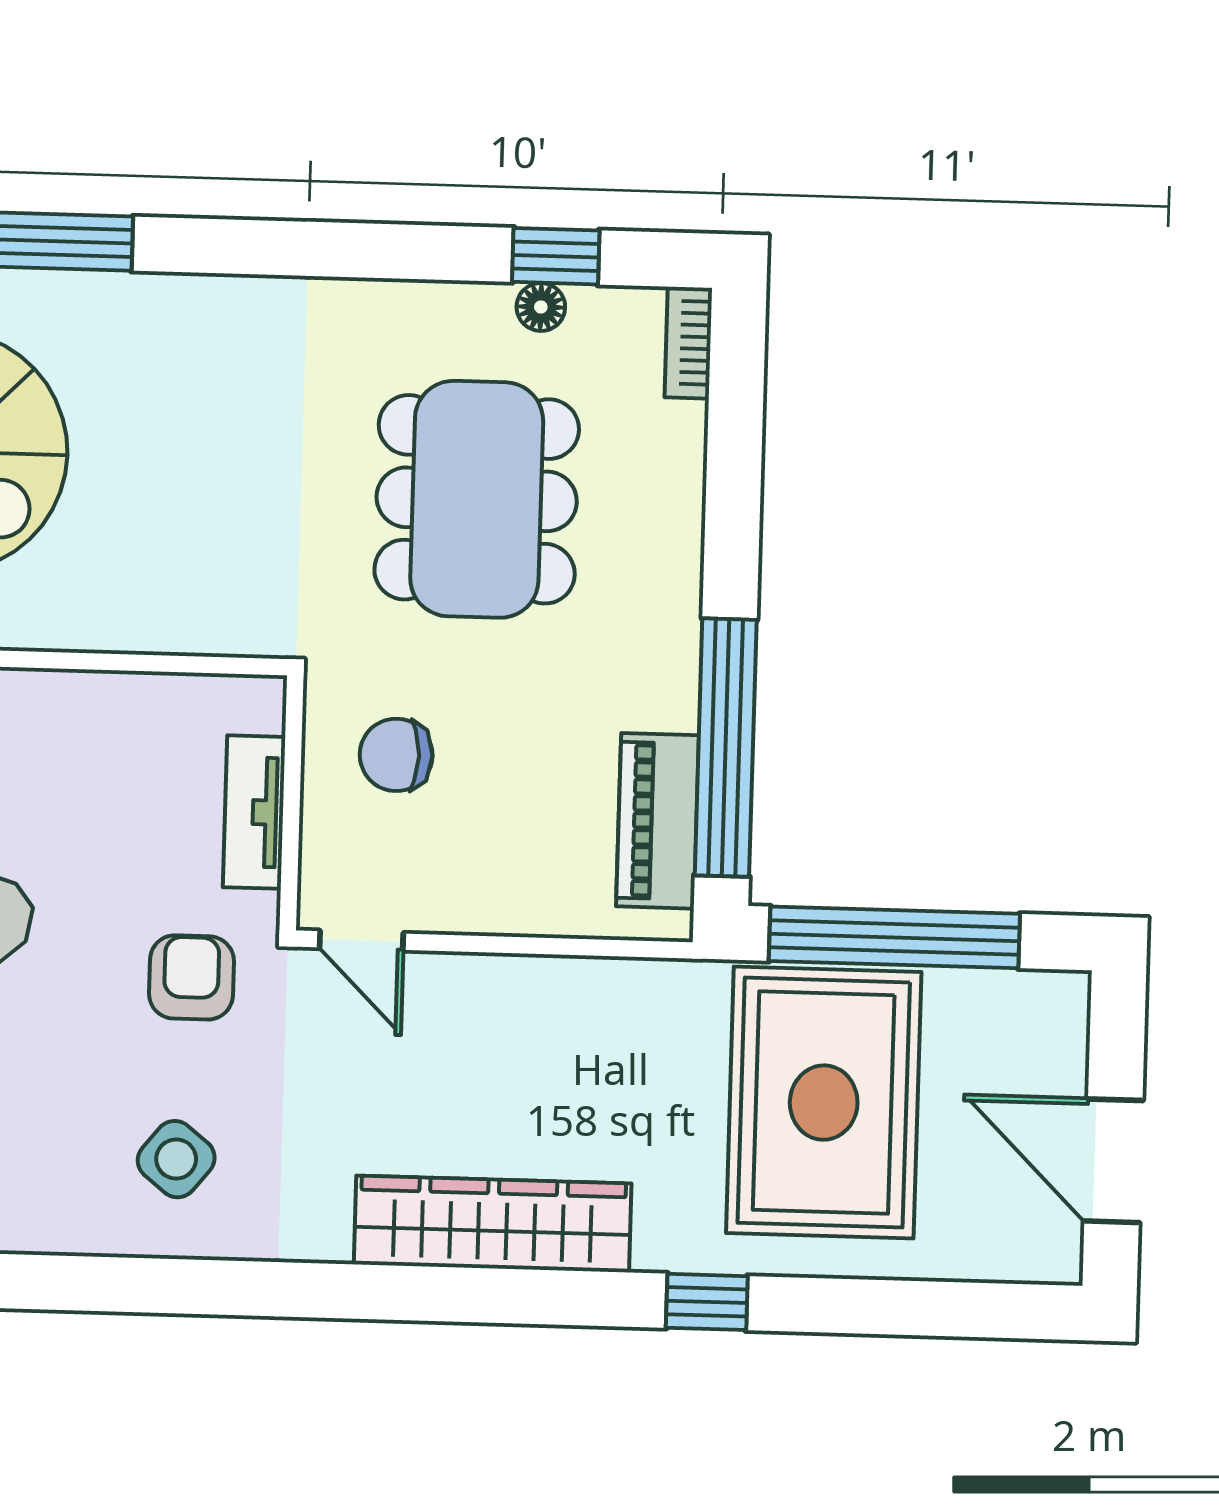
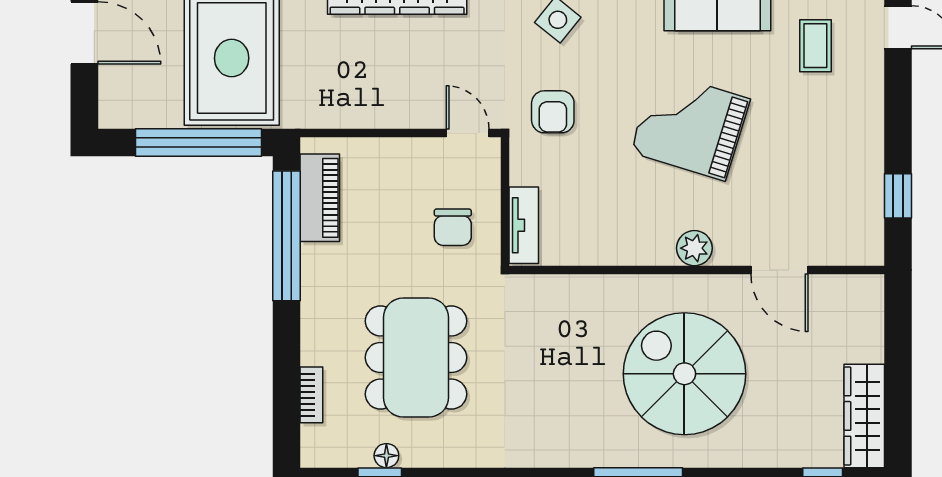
bookcase: (688, 343) -> (311, 395), moved
chair: (396, 755) -> (453, 227), turned 90
tv unit: (254, 812) -> (524, 225), moved

